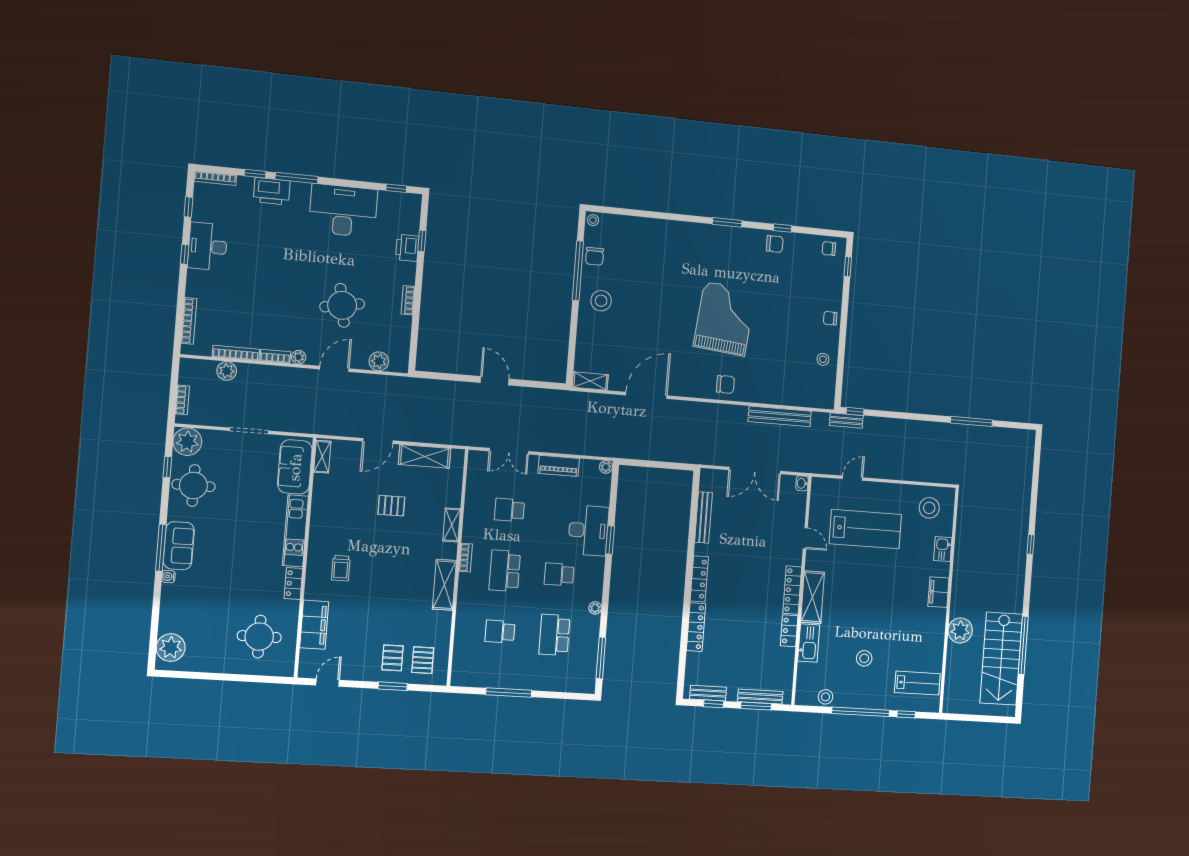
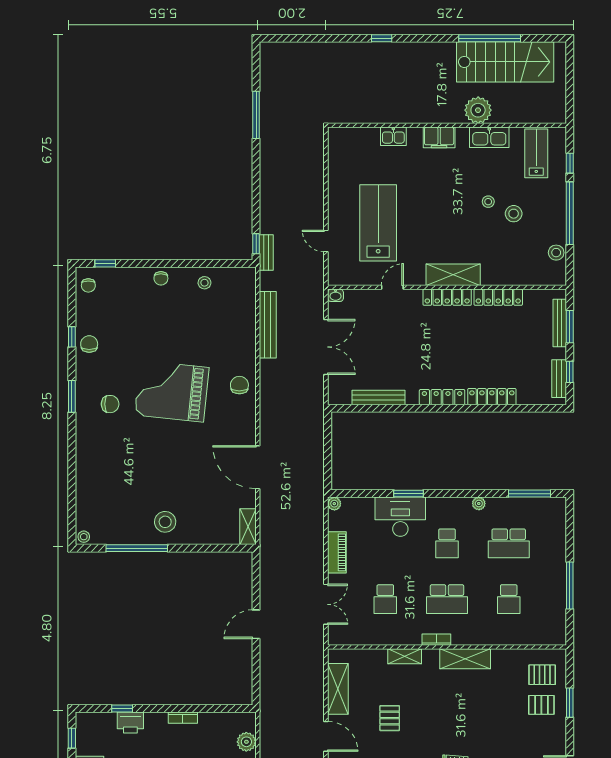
chair: (595, 256) -> (110, 404), moved
stool: (929, 508) -> (488, 202), moved, width x0.53, depth x0.53
locker: (789, 631) -> (498, 297), width x1.53
kitchen sink: (809, 643) -> (489, 137), moved, turned 180

